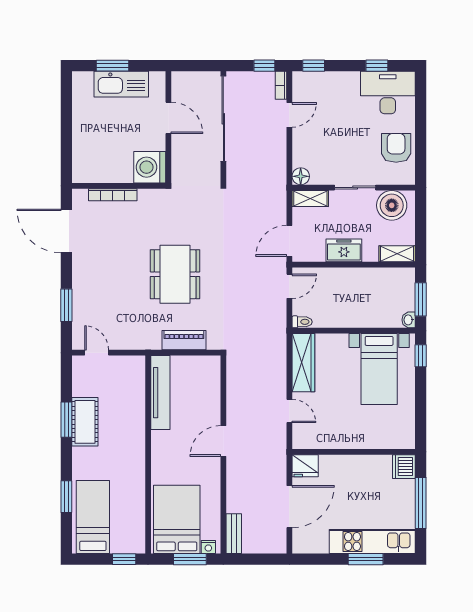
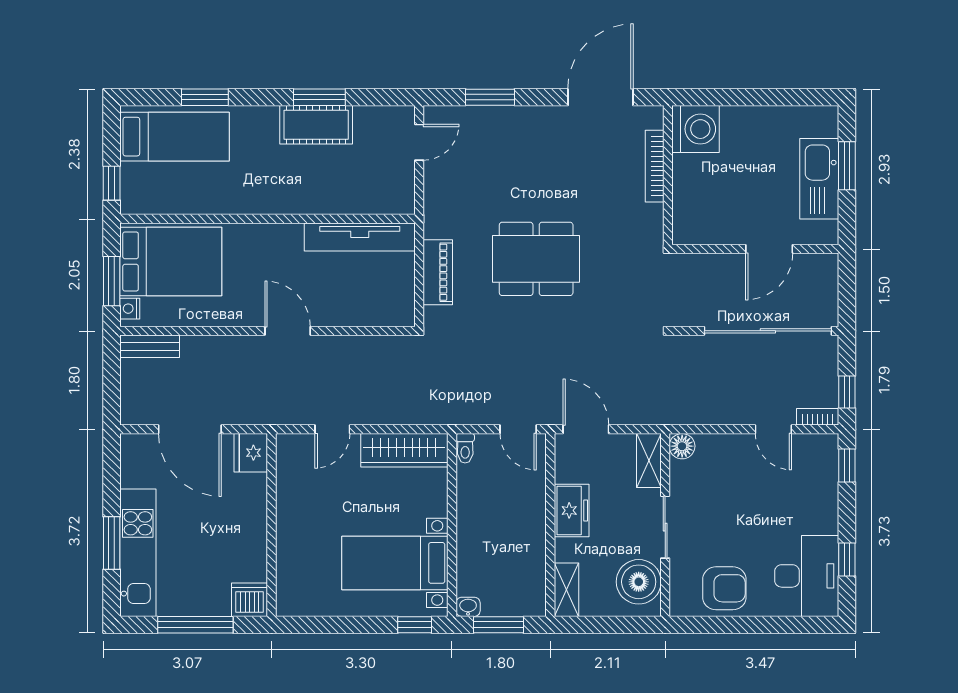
washing machine: (150, 167) -> (696, 129), moved, turned 90

